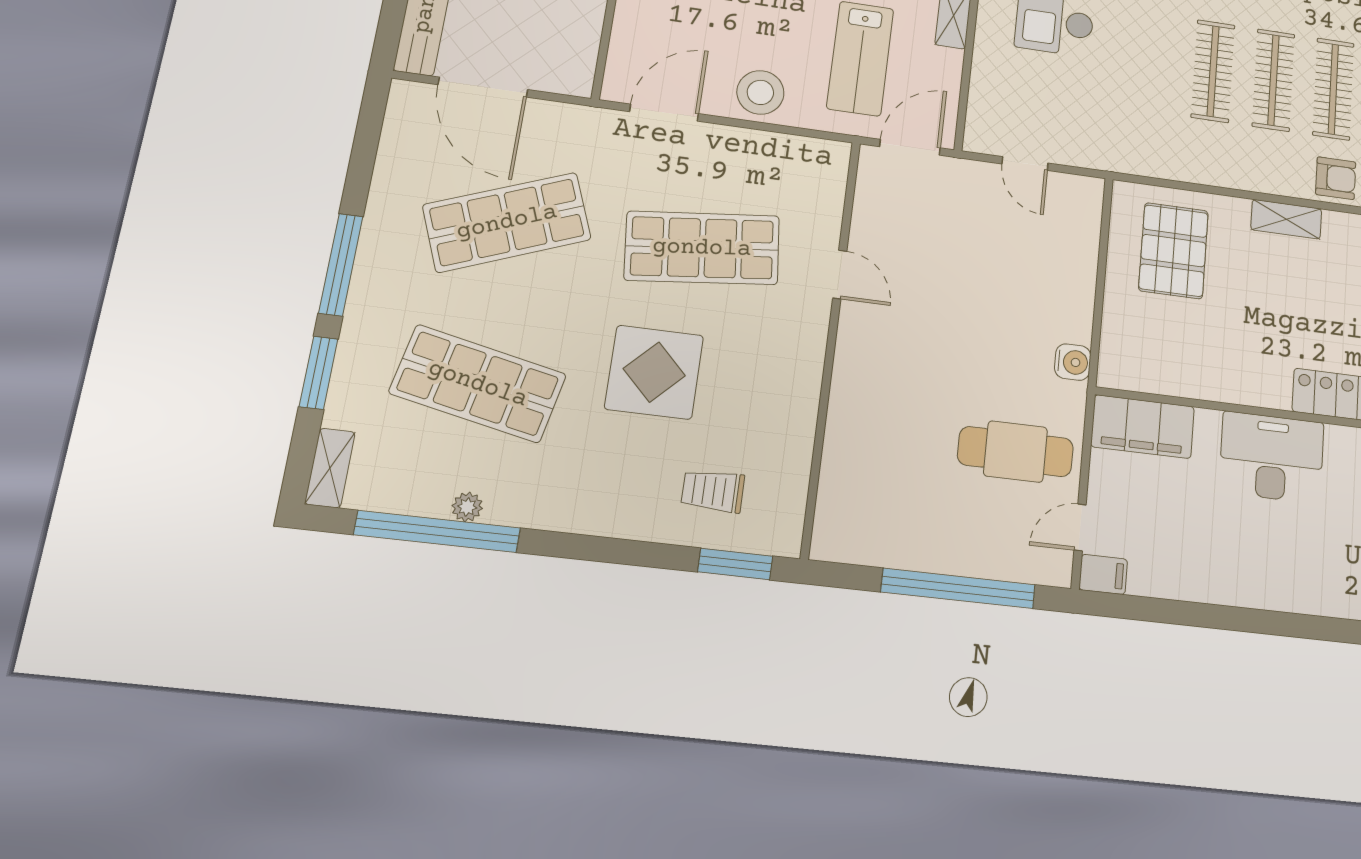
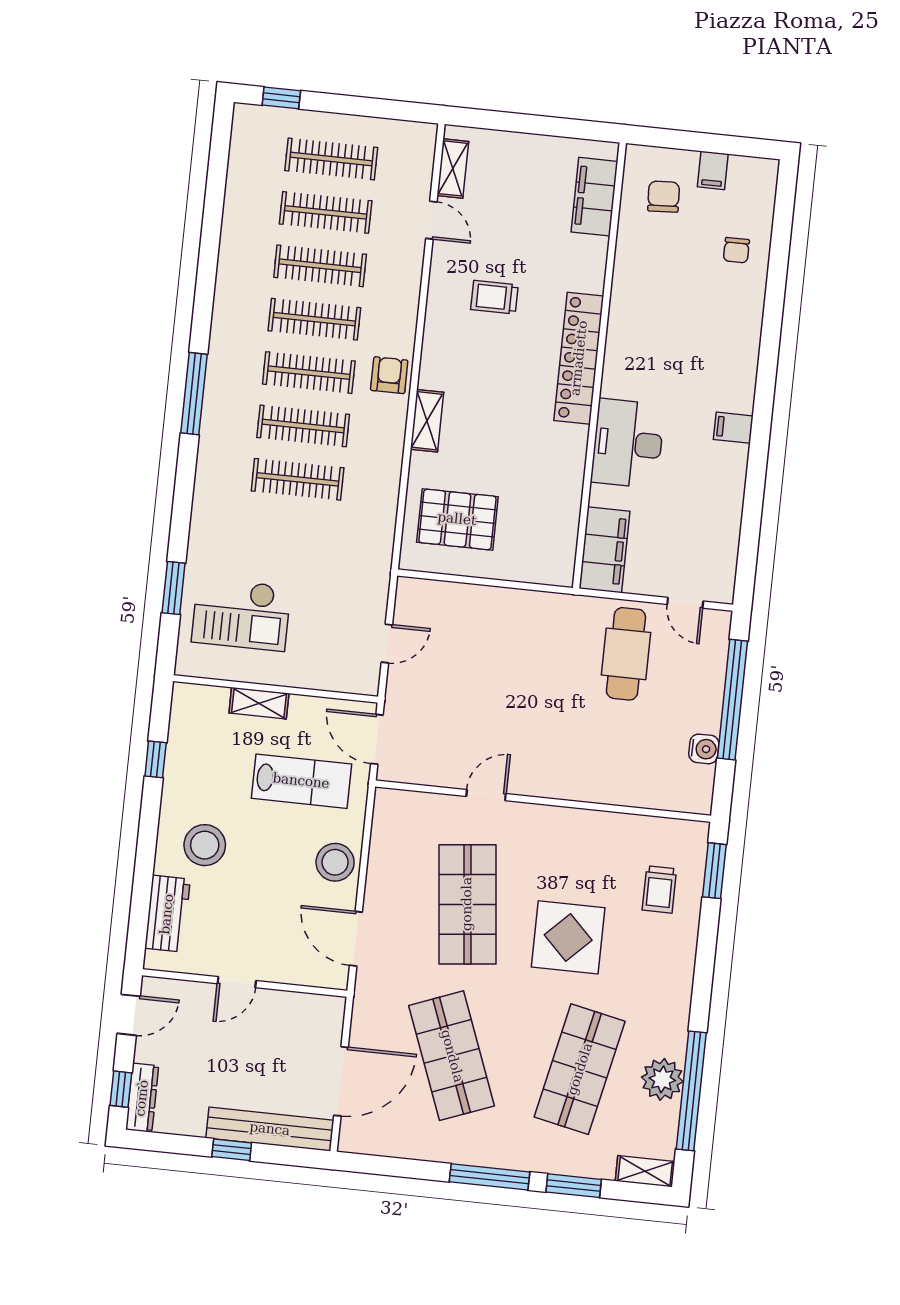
water cooler: (1073, 362) -> (704, 749), moved, turned 90
plant: (467, 507) -> (662, 1079), width x1.88, depth x1.88
filing cabinet: (1103, 574) -> (733, 428), moved, turned -90

